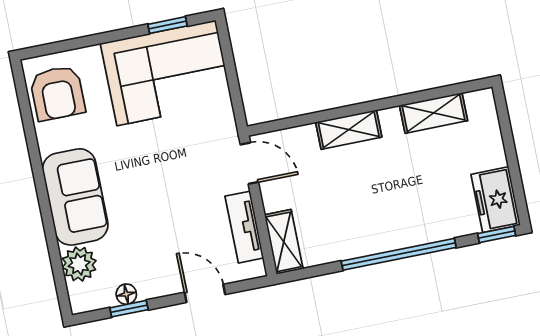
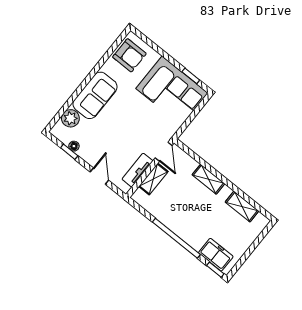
armchair: (57, 93) -> (129, 55), turned -90
freezer: (496, 200) -> (216, 255), moved, turned 90
shelving: (284, 242) -> (153, 179), moved

